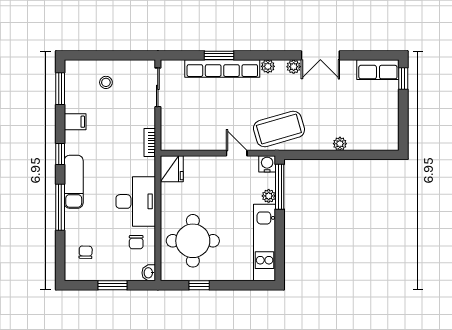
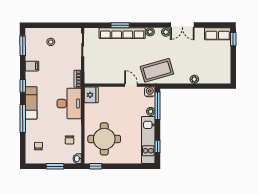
desk: (136, 201) -> (69, 104), moved
window: (280, 253) -> (158, 146), added
window: (199, 285) -> (96, 166), moved

